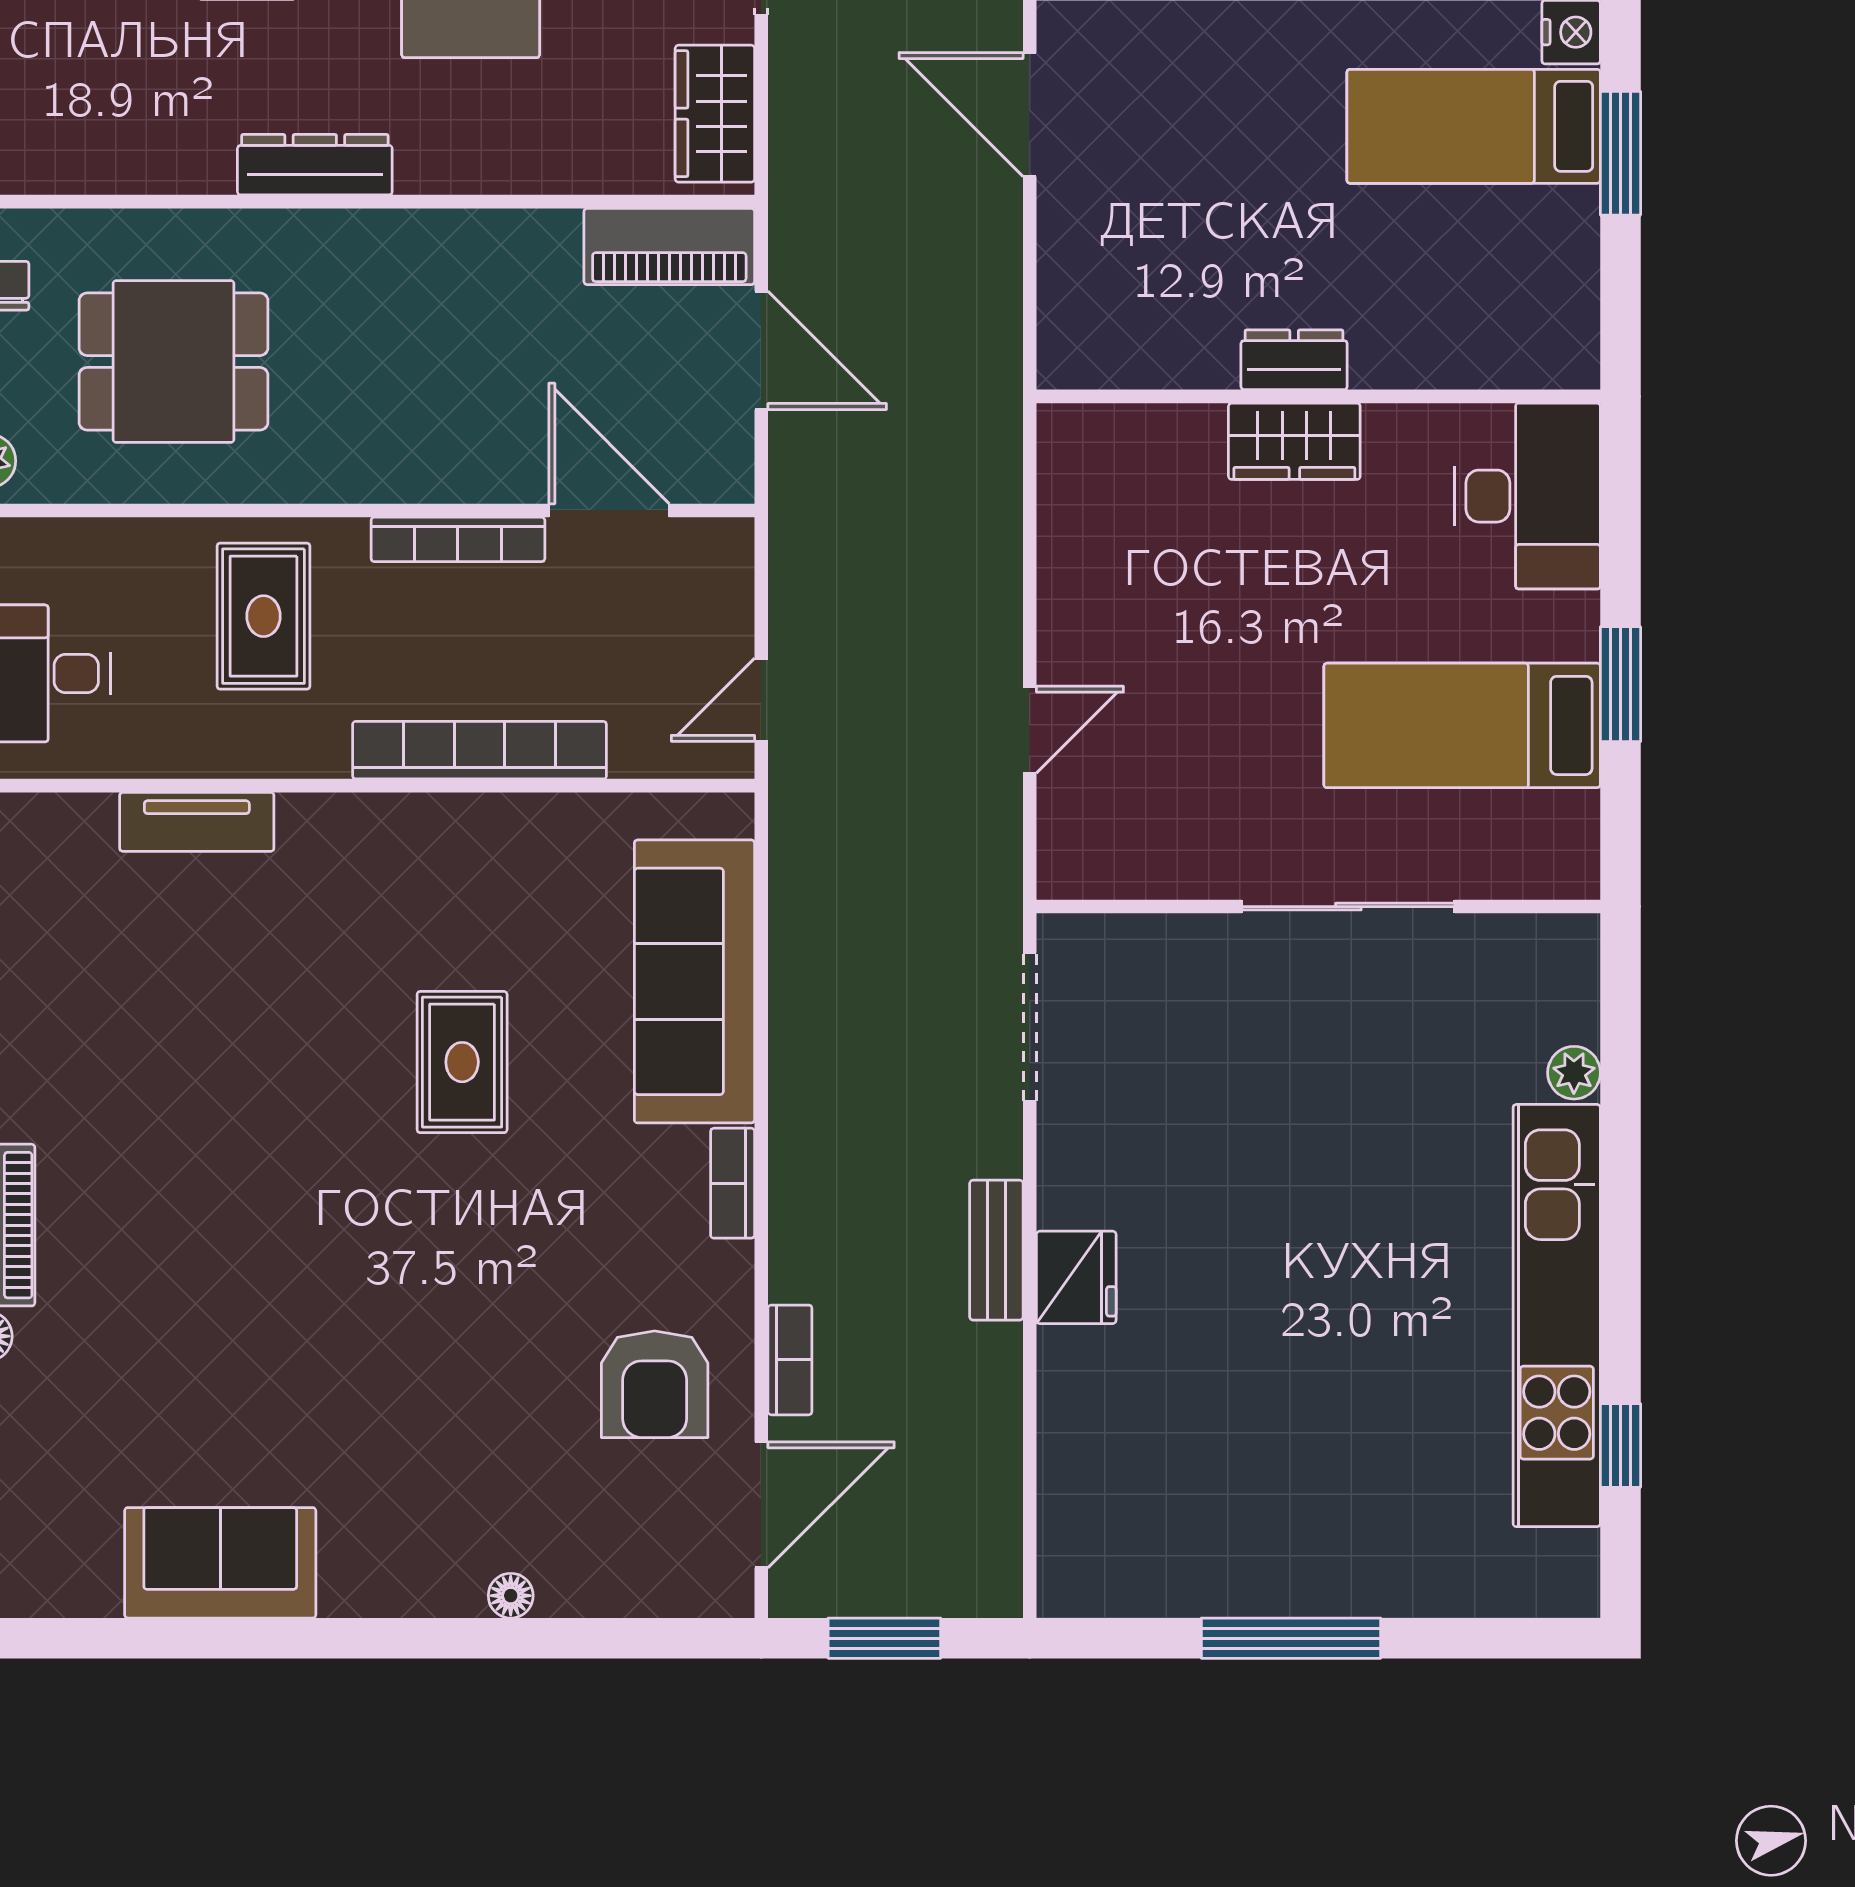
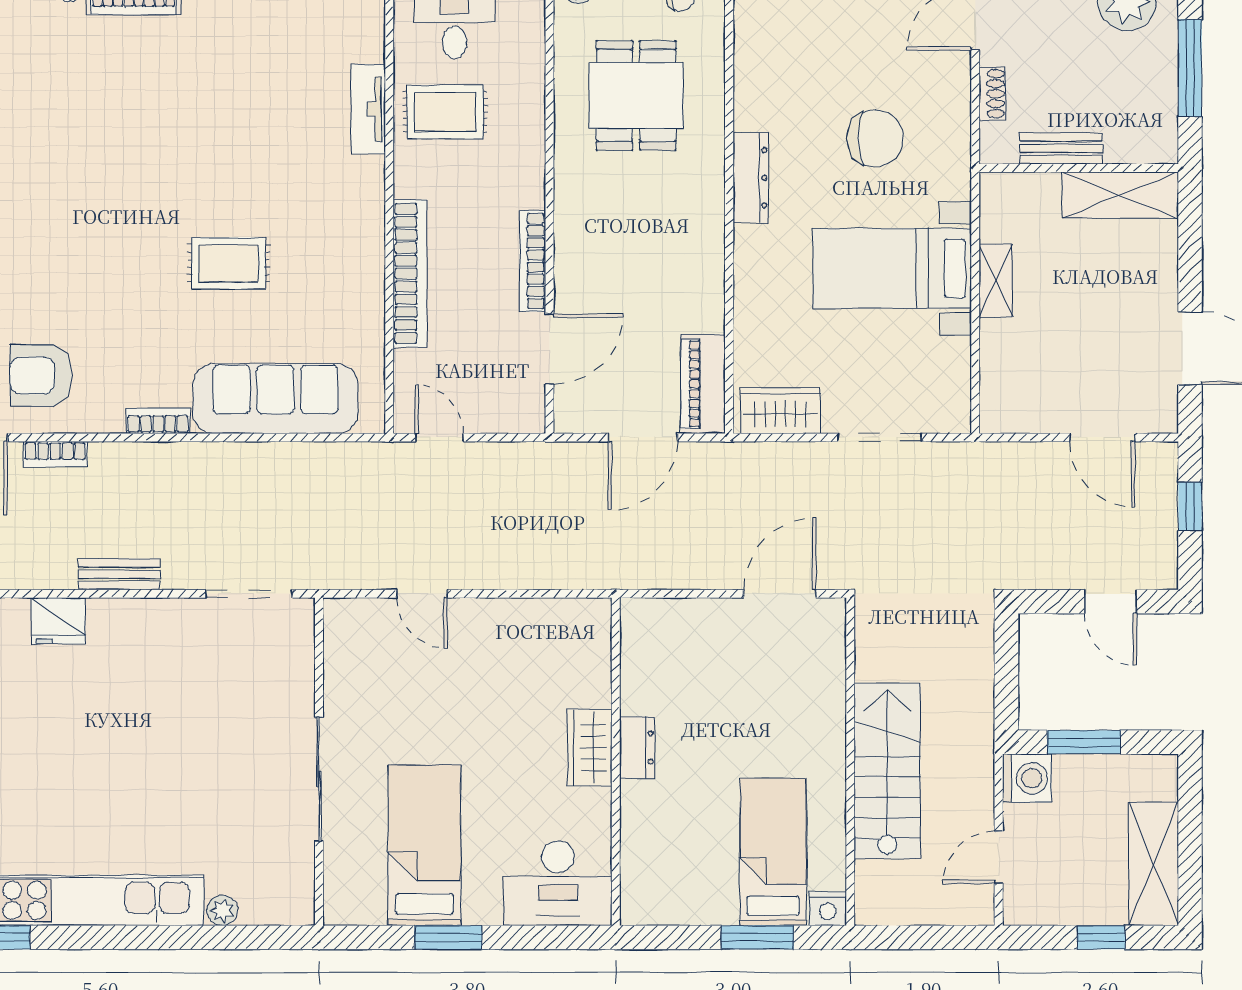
rug: (264, 616) -> (445, 112), moved
fridge: (1076, 1277) -> (58, 621), moved

